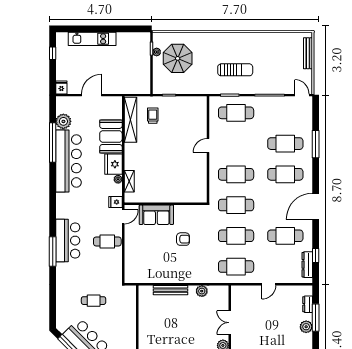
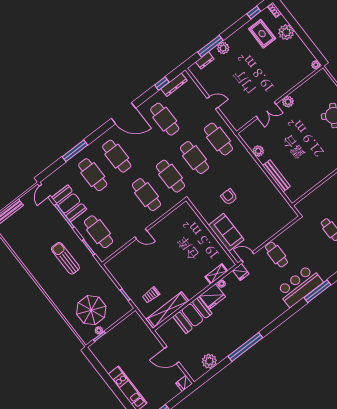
booth: (277, 107) -> (69, 203), added
window: (53, 142) -> (245, 347), moved
bar counter: (68, 161) -> (237, 333), removed

